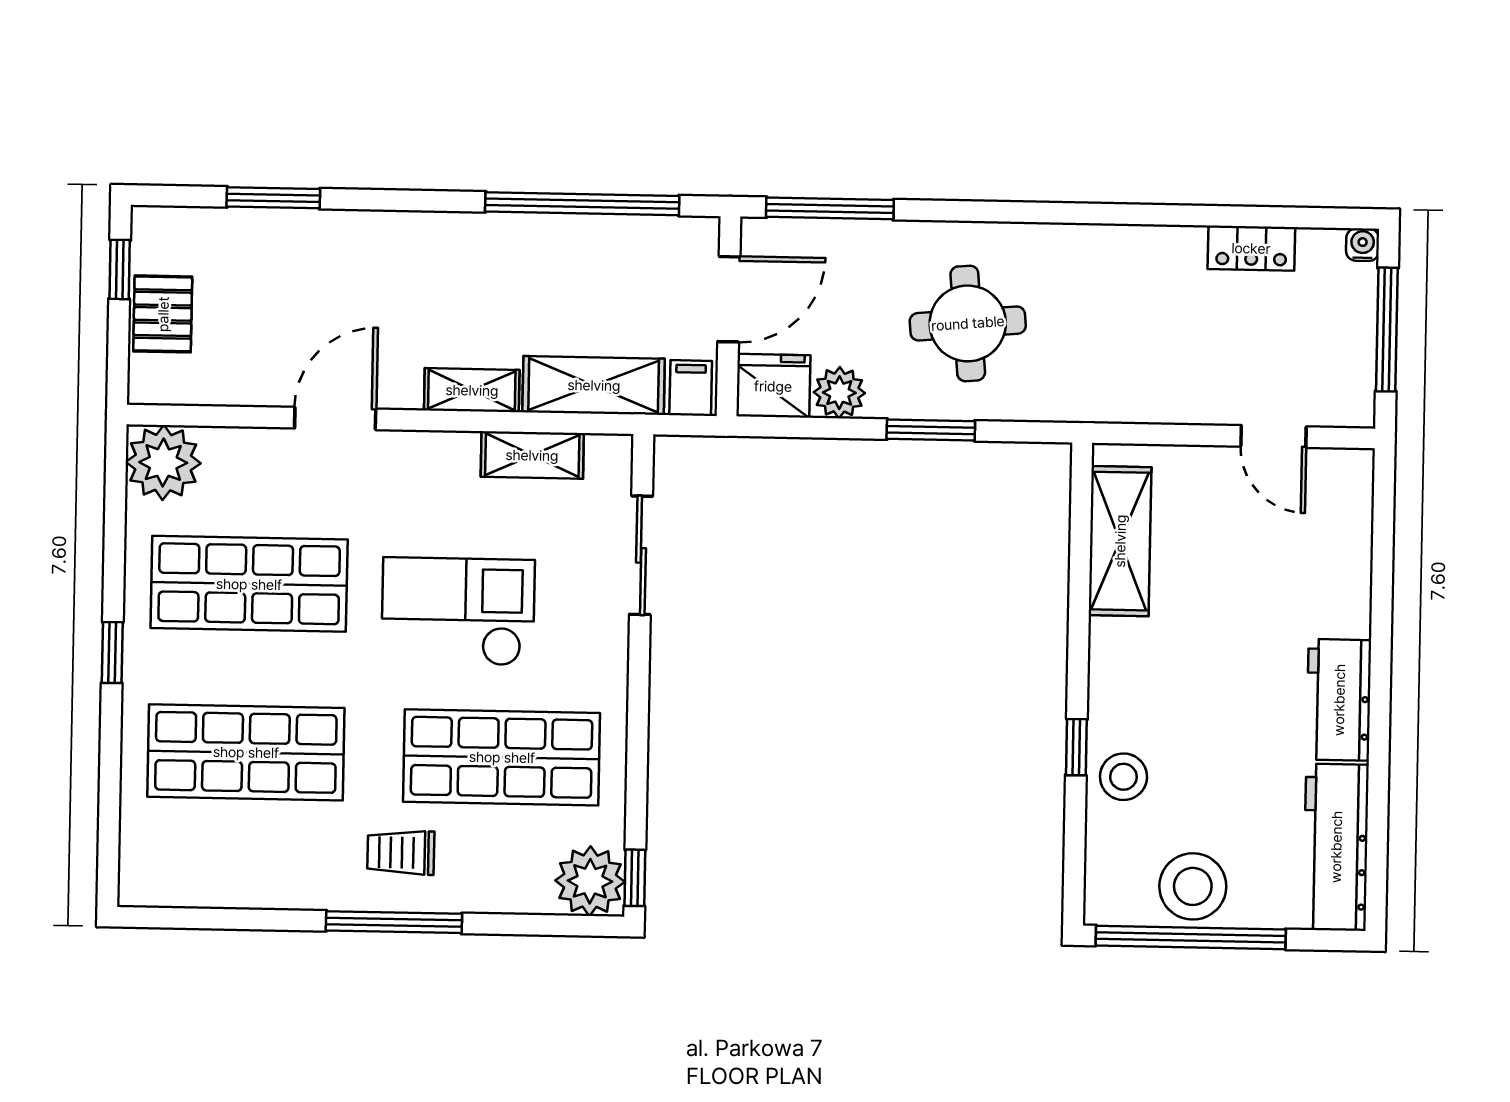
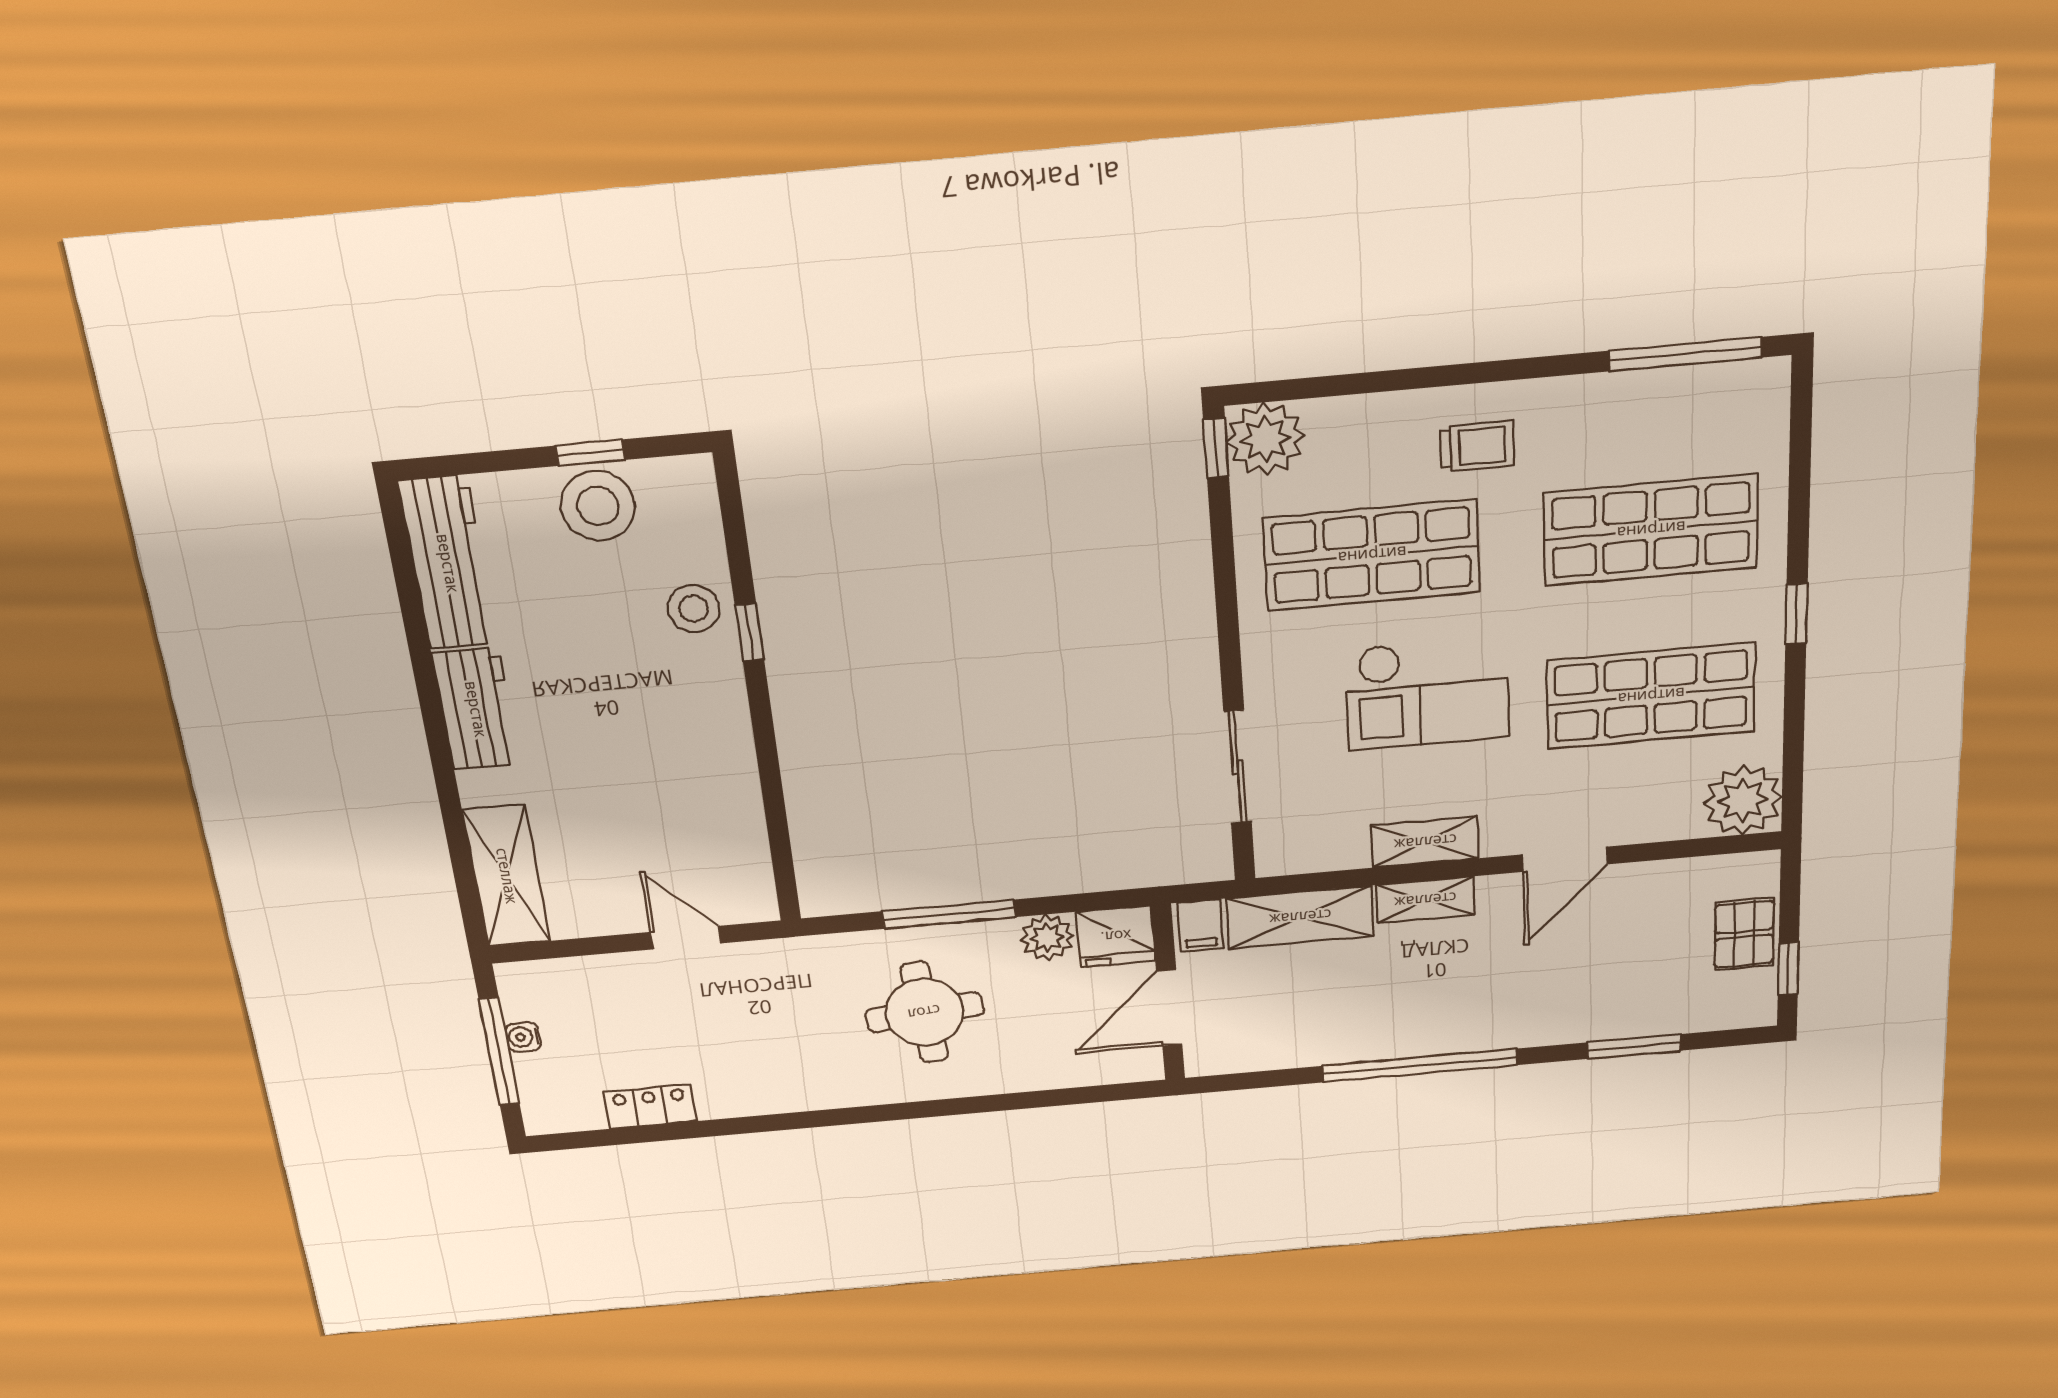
window: (582, 204) -> (1420, 1065), moved
window: (830, 208) -> (1076, 1096), removed
water cooler: (1363, 245) -> (523, 1037), moved, turned 90
window: (931, 430) -> (949, 914), width x1.44
door: (1273, 437) -> (686, 938), moved
shelving: (532, 455) -> (1425, 842), moved
shelving: (1120, 541) -> (507, 876), moved
window: (394, 922) -> (1685, 354), moved
window: (1191, 937) -> (590, 453), width x0.32

